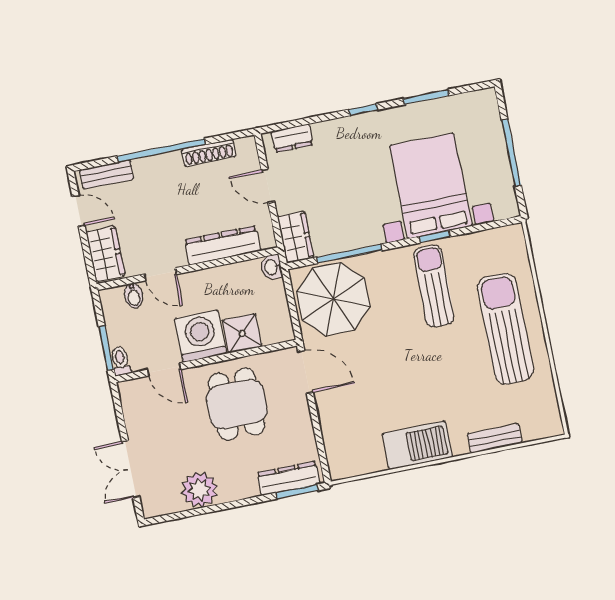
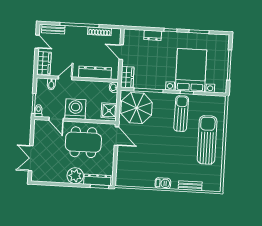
dresser: (292, 138) -> (153, 35), moved
door: (160, 274) -> (65, 78), swing flipped
shower: (242, 333) -> (109, 111), moved
dining table: (237, 404) -> (83, 142), width x1.38
barbecue: (417, 445) -> (163, 183), width x0.53, depth x0.65
plant: (200, 490) -> (75, 176), moved

